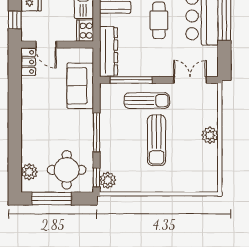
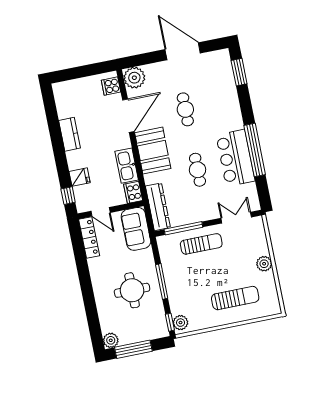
locker: (28, 62) -> (89, 237), width x1.53
sofa: (80, 86) -> (136, 229), moved
sun lounger: (157, 140) -> (235, 298), moved, turned -90
round table: (67, 170) -> (132, 290), moved
plant: (29, 172) -> (111, 340), moved

